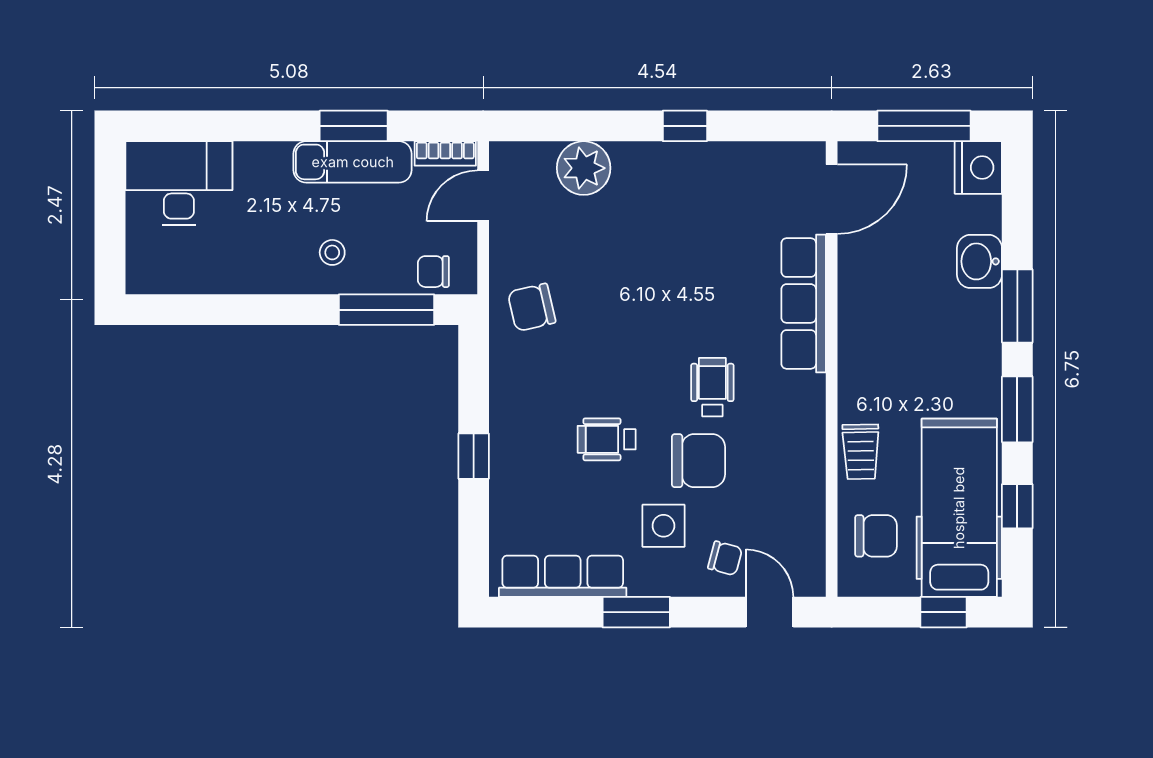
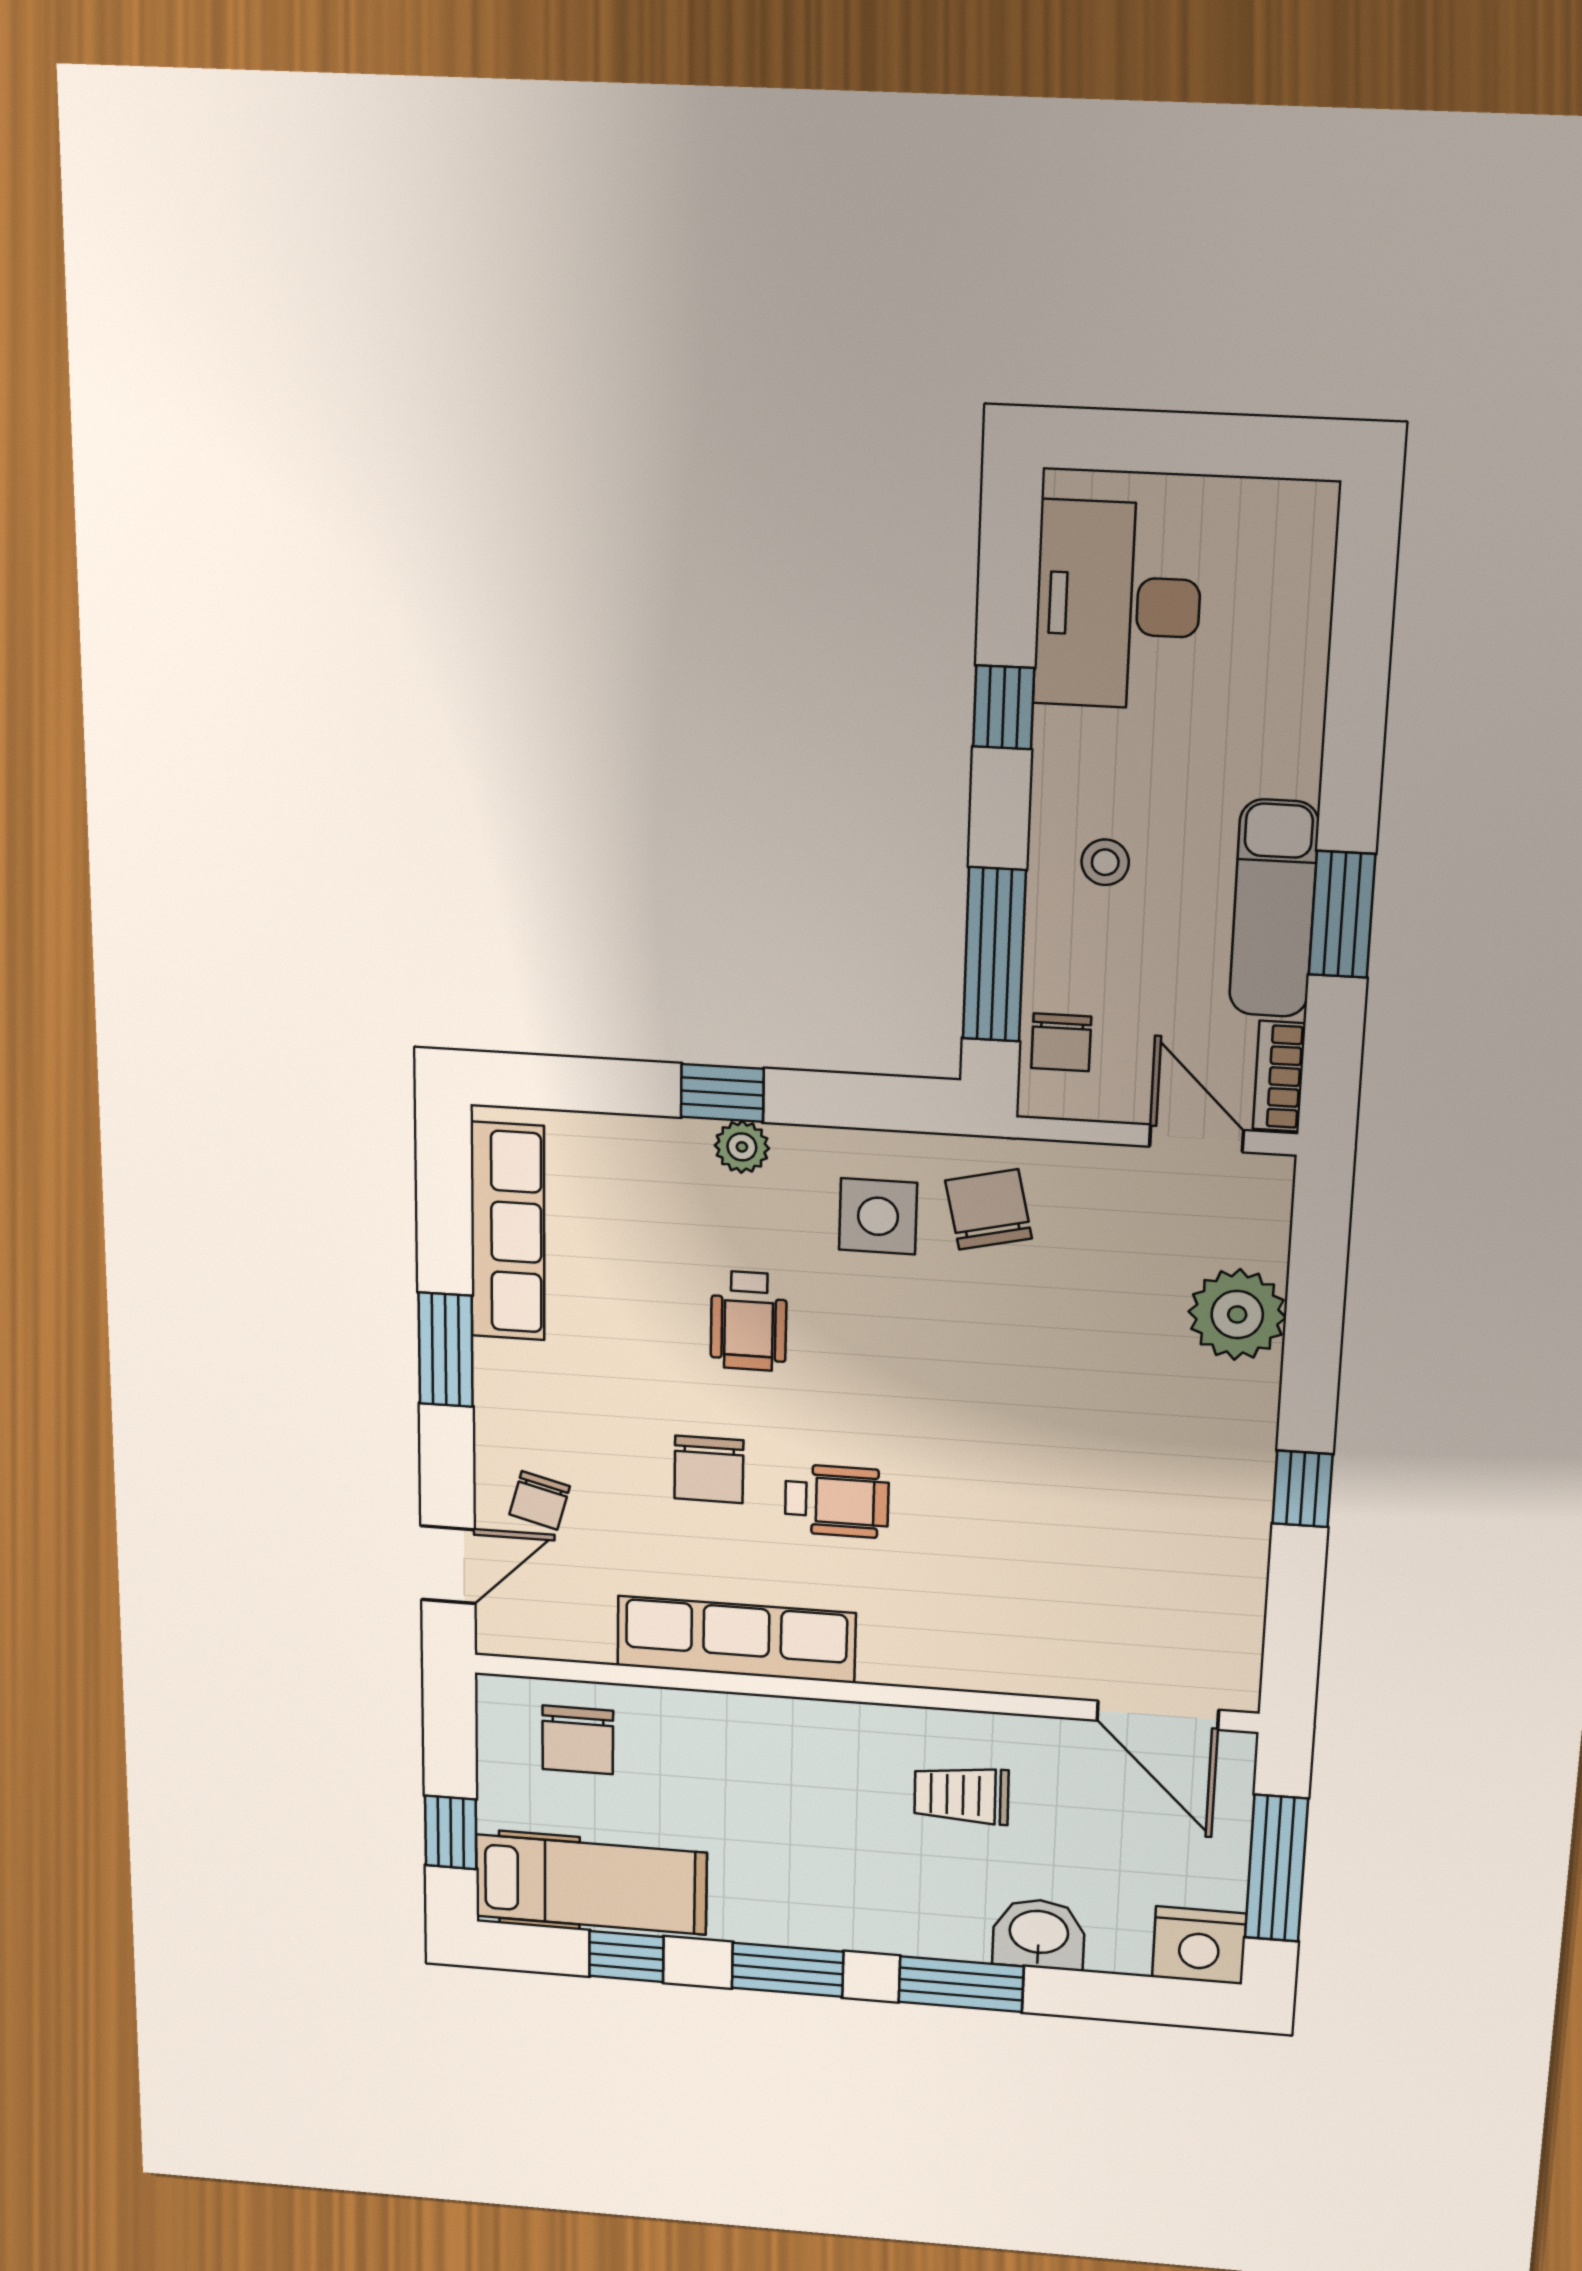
desk: (179, 183) -> (1118, 605), moved, turned 180
chair: (433, 272) -> (1061, 1042), turned 180
row of seats: (804, 303) -> (736, 1639), moved
window: (252, 310) -> (1004, 707), added
wheelchair: (607, 439) -> (749, 1321), turned 180
plant: (504, 445) -> (742, 1147), added
trolley: (861, 452) -> (961, 1795), moved
chair: (698, 461) -> (709, 1469), width x0.73, depth x0.73
hospital bed: (959, 508) -> (591, 1885), width x0.73, depth x0.78
side table: (663, 526) -> (878, 1216), moved

